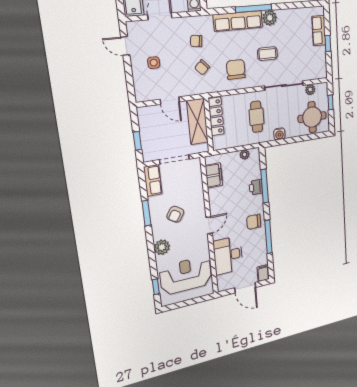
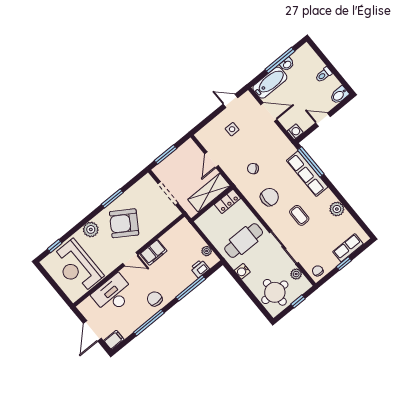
window: (254, 8) -> (311, 162), moved
plant: (270, 18) -> (337, 209), moved
chair: (196, 41) -> (318, 271), moved
door: (125, 46) -> (230, 101), hinge flipped
locker: (216, 116) -> (227, 201), width x0.66
cafe table: (257, 117) -> (244, 241), width x1.37, depth x1.35
window: (137, 141) -> (166, 155), width x1.50
filing cabinet: (214, 175) -> (153, 252), moved
row of seats: (153, 180) -> (141, 187), removed
printer: (256, 187) -> (200, 269), moved
armchair: (175, 214) -> (124, 223), width x1.88, depth x1.88
reception desk: (186, 275) -> (77, 267), turned 180

